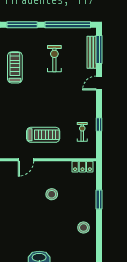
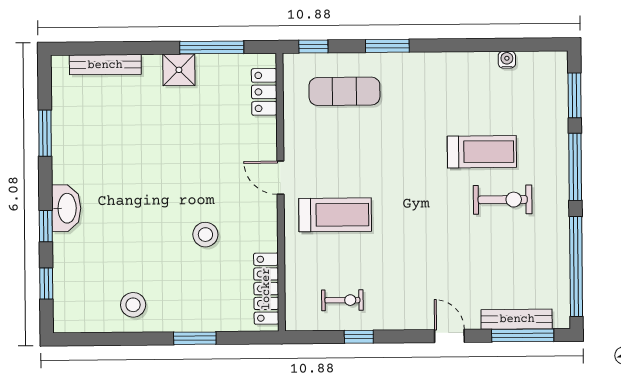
exercise bike: (54, 59) -> (503, 200), moved
treadmill: (43, 135) -> (335, 215), turned -90
locker: (82, 167) -> (266, 289), width x1.53

